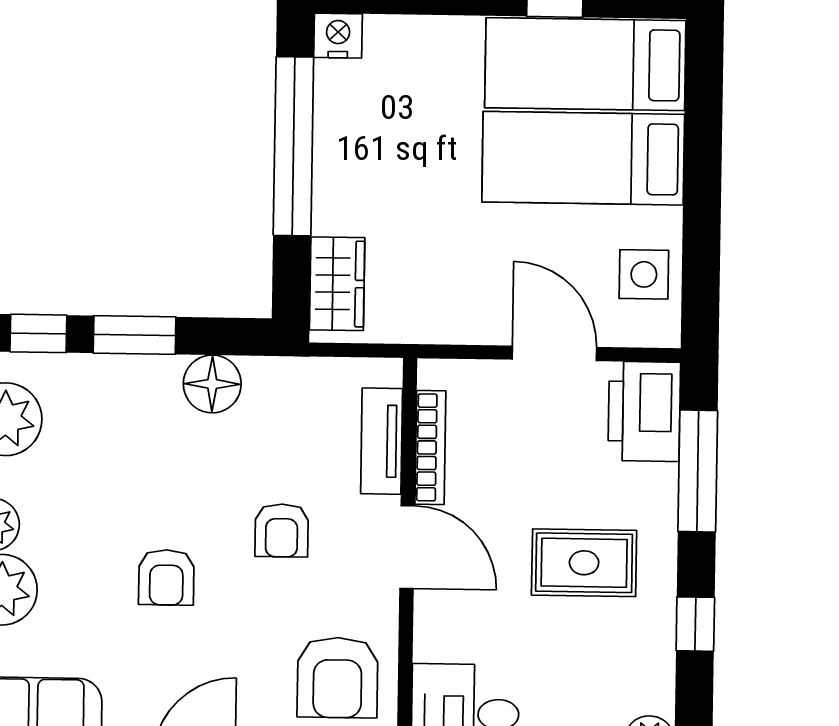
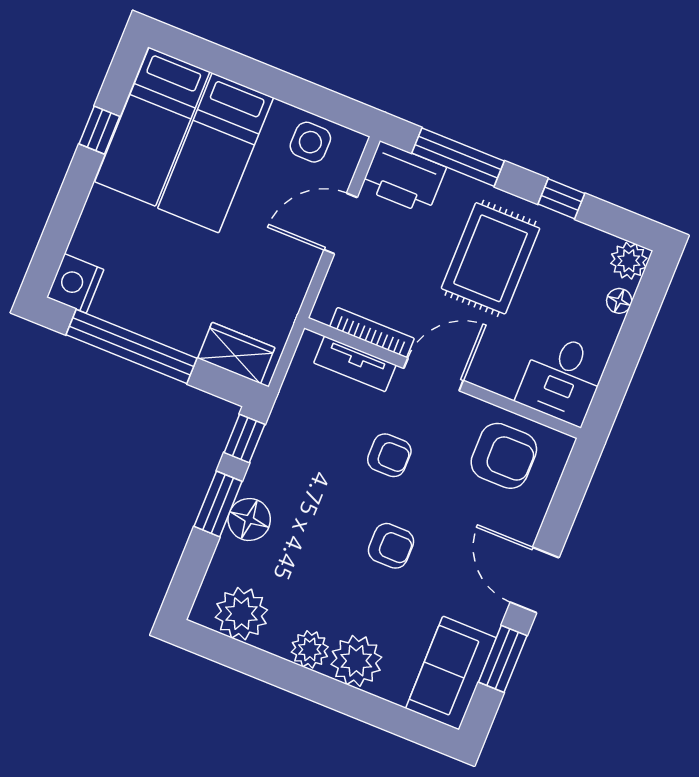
nightstand: (338, 36) -> (75, 283), width x1.36, depth x1.33
window: (38, 333) -> (244, 438), moved
floor lamp: (212, 384) -> (249, 520), moved
rug: (584, 563) -> (491, 258), width x1.36, depth x1.43

